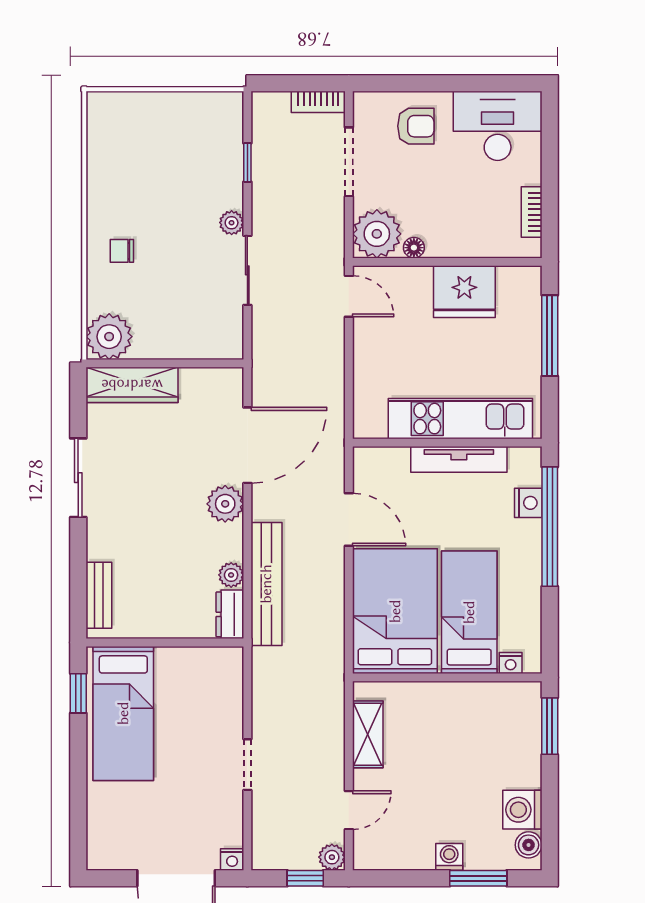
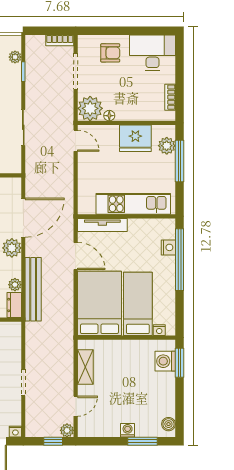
plant: (232, 223) -> (15, 57), moved
plant: (525, 306) -> (167, 146), added
tv unit: (459, 459) -> (102, 225), moved
washing machine: (522, 810) -> (165, 361), moved

